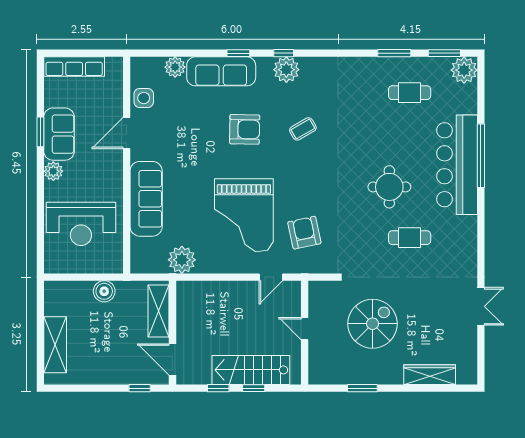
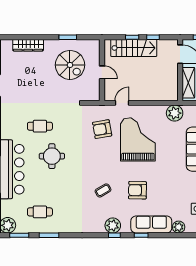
armchair: (304, 233) -> (102, 129), turned 92
spiral stairs: (373, 324) -> (70, 65), moved, turned -90

